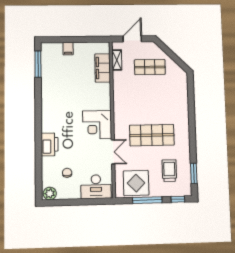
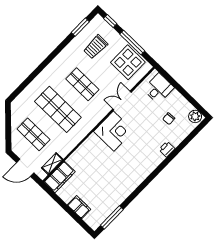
filing cabinet: (68, 49) -> (79, 207), width x2.00
filing cabinet: (103, 68) -> (60, 177), moved
shop shelf: (151, 101) -> (58, 109), added
shop shelf: (152, 135) -> (82, 84), width x0.70, depth x0.74
printer: (50, 144) -> (167, 149), width x0.53, depth x0.68
desk: (96, 187) -> (159, 88), width x0.73

